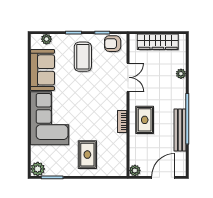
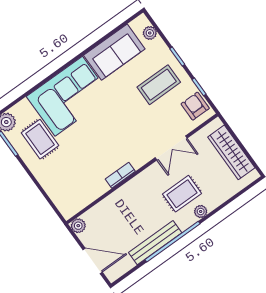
plant: (181, 74) -> (201, 211), moved
rug: (145, 120) -> (182, 194), moved
rug: (87, 155) -> (40, 139), moved, turned 90

